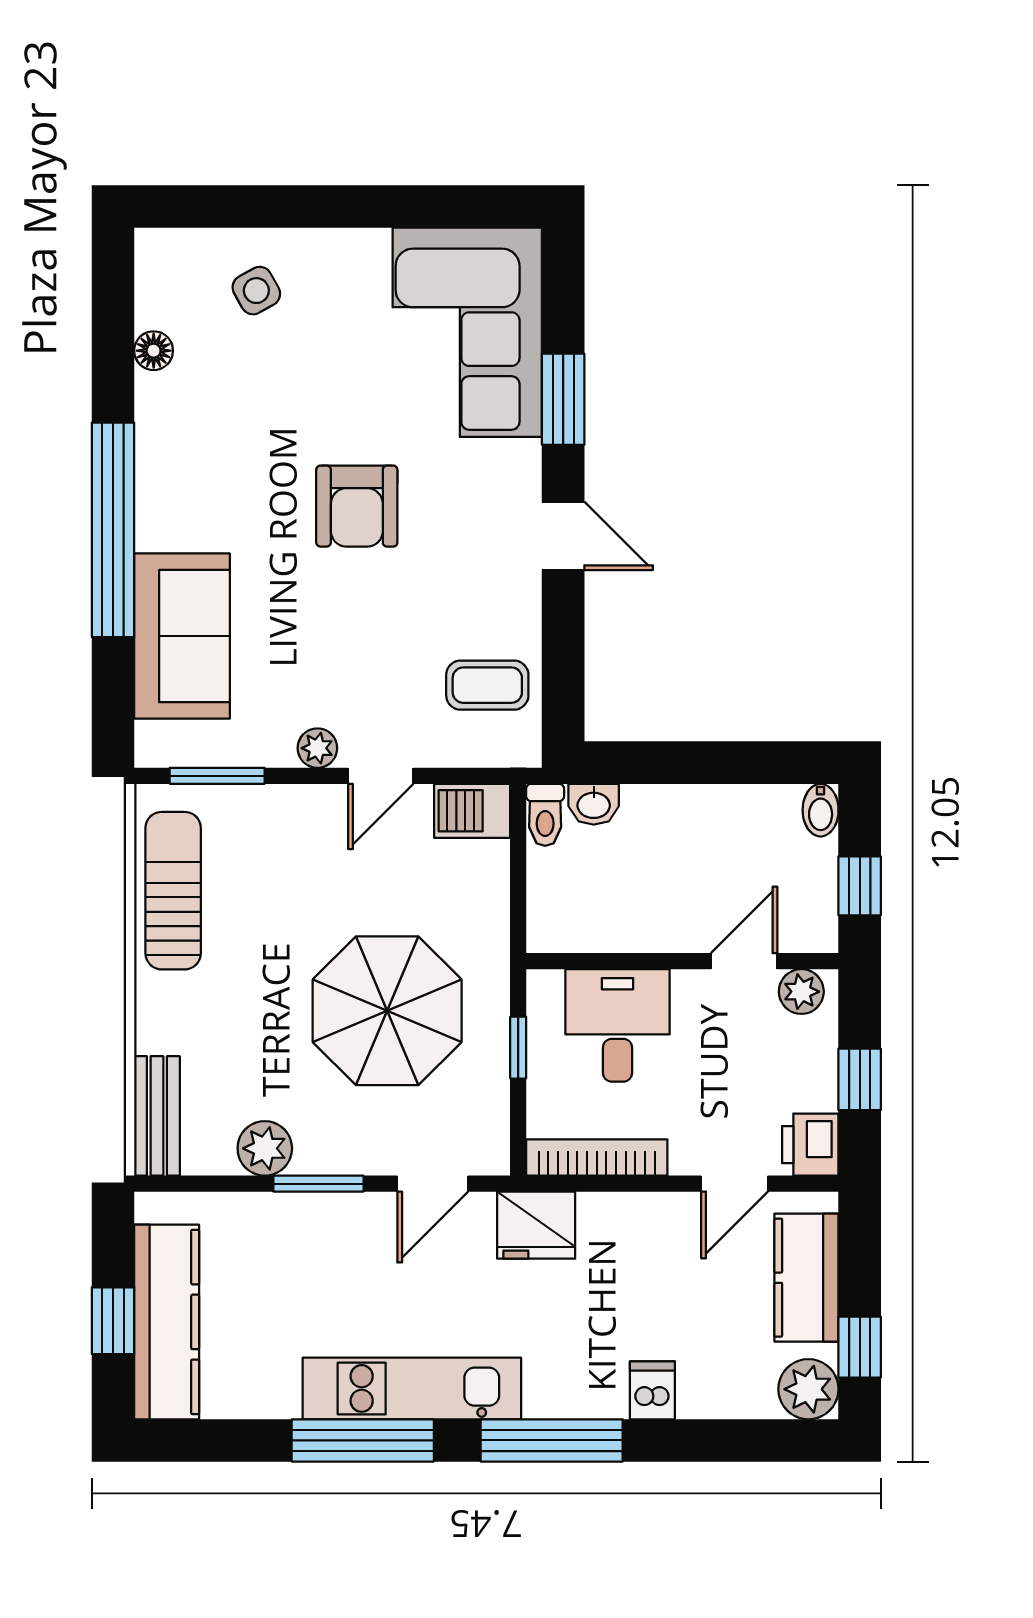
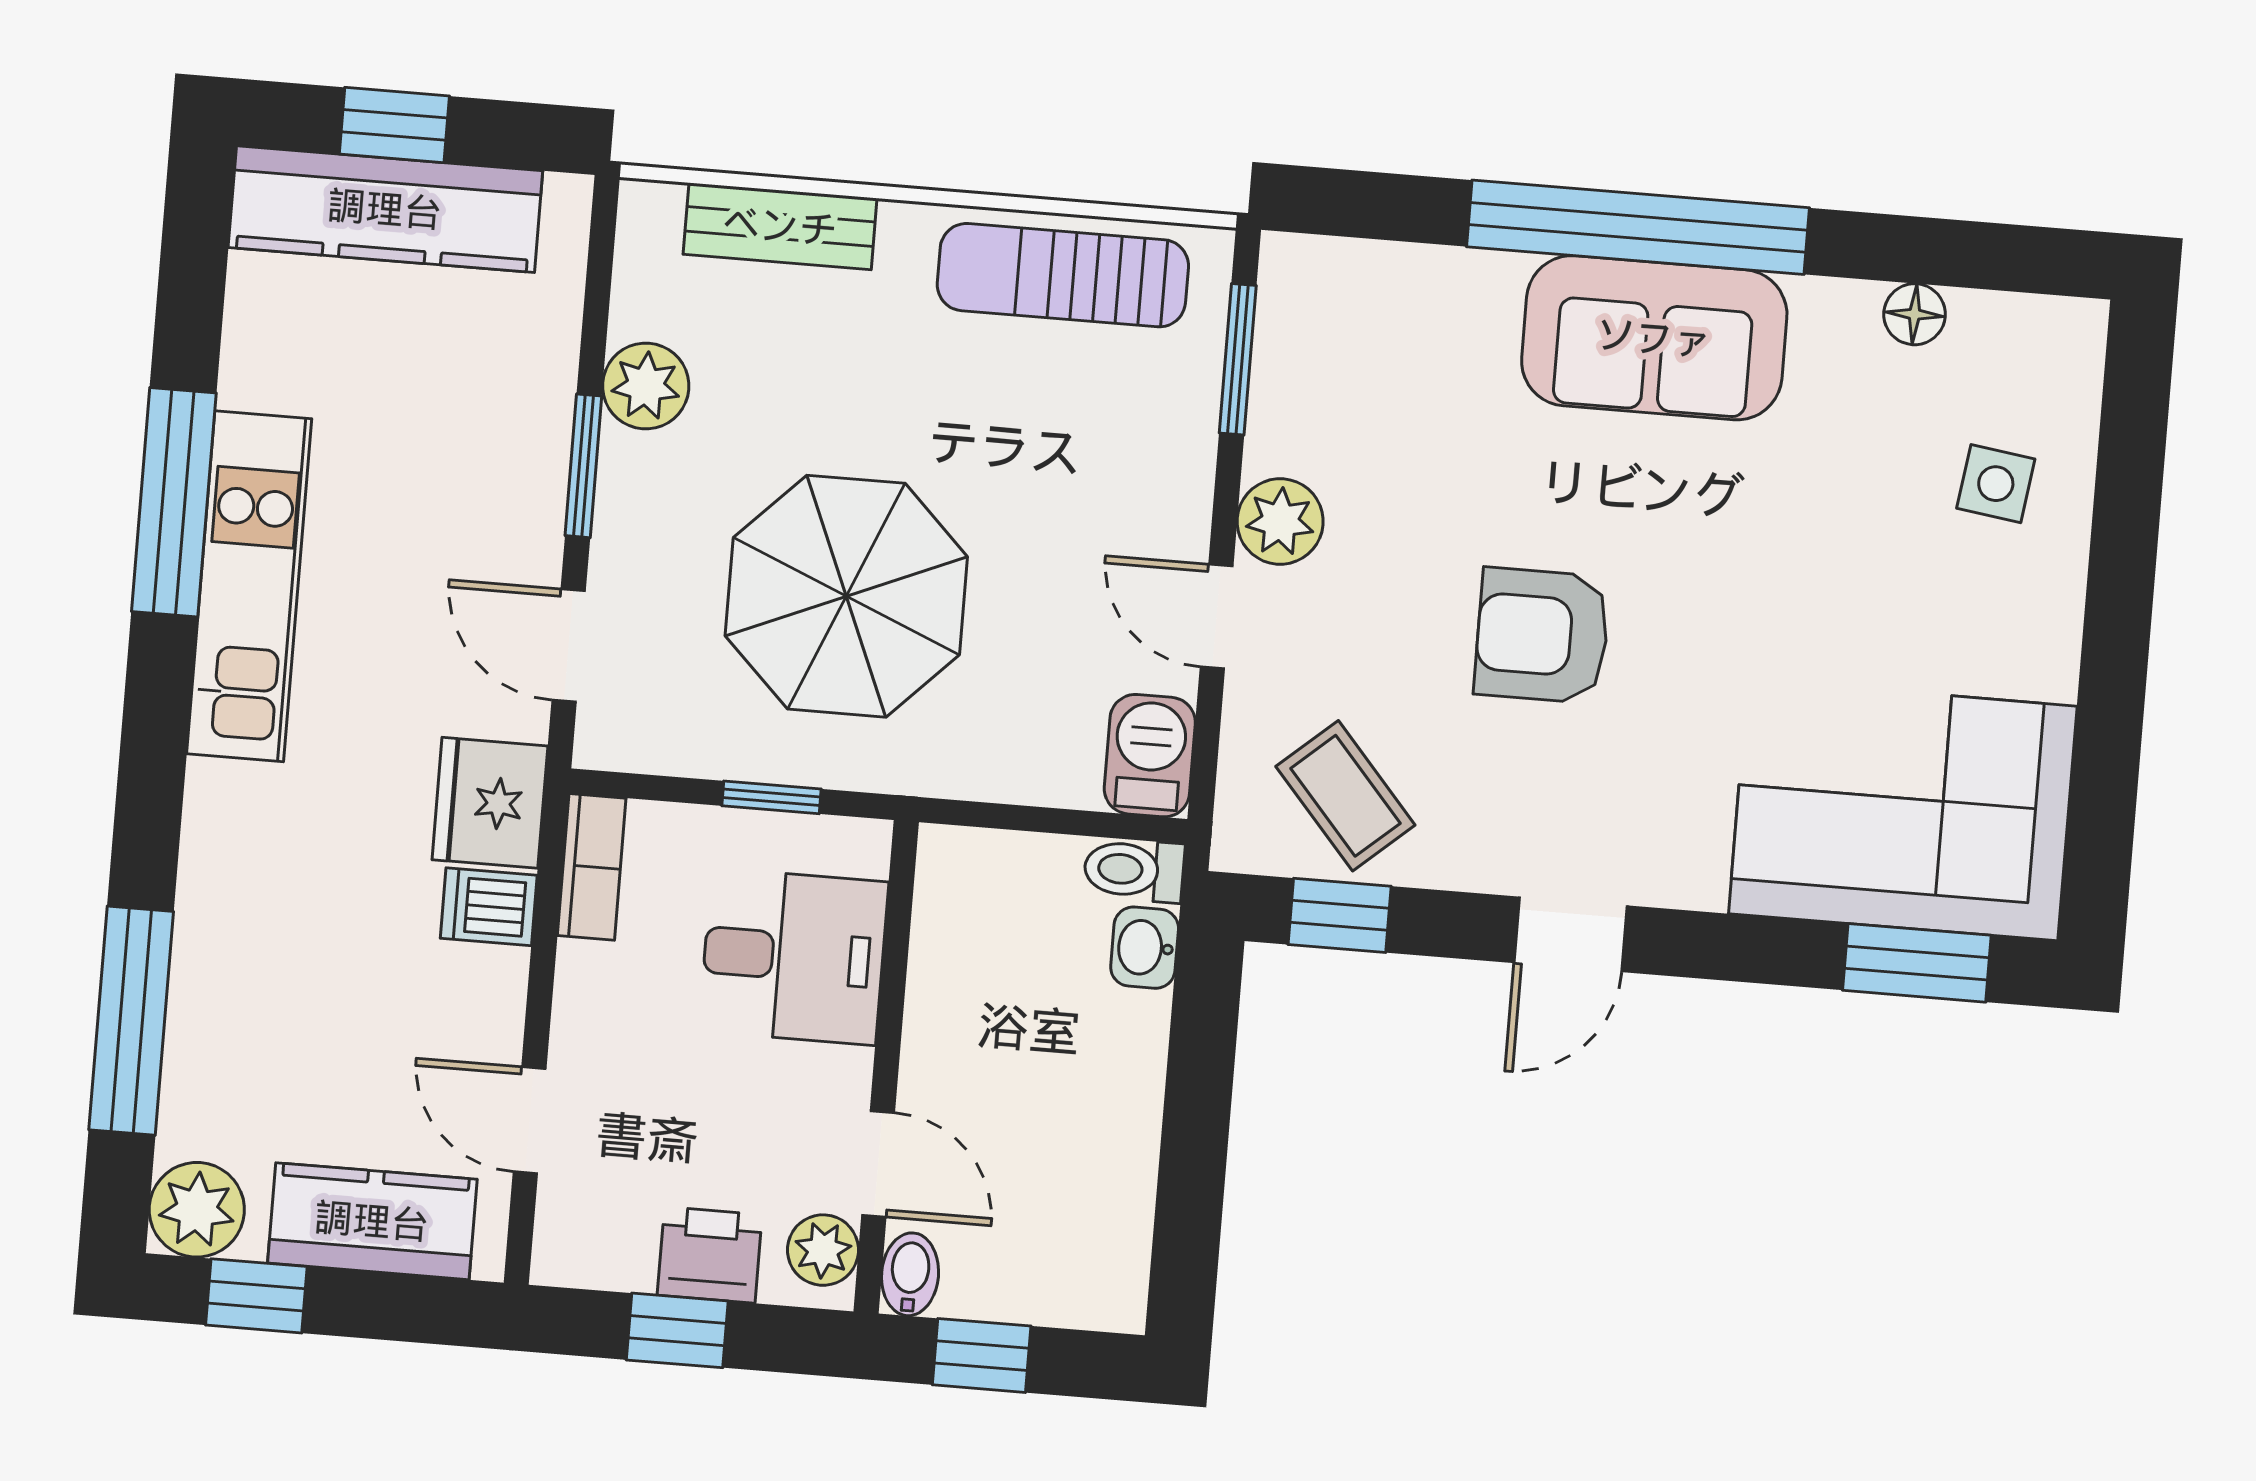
side table: (256, 291) -> (1996, 484), turned 37
window: (563, 399) -> (1917, 963), moved
armchair: (357, 506) -> (1542, 636), moved
sofa: (182, 636) -> (1654, 338), moved
window: (563, 683) -> (1340, 915), added
coffee table: (487, 685) -> (1345, 796), turned -41
plant: (317, 748) -> (1280, 521), width x1.38, depth x1.38
bidet: (821, 810) -> (910, 1274), moved, turned 90
sun lounger: (173, 891) -> (1063, 275), turned 180
bench: (157, 1116) -> (780, 226), moved
printer: (810, 1145) -> (710, 1255), moved
bookcase: (597, 1158) -> (592, 867), width x0.64
dishwasher: (652, 1390) -> (489, 907), moved, turned 180
window: (552, 1440) -> (131, 1021), moved

